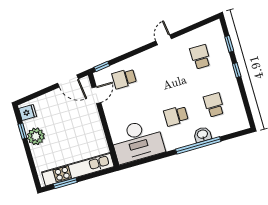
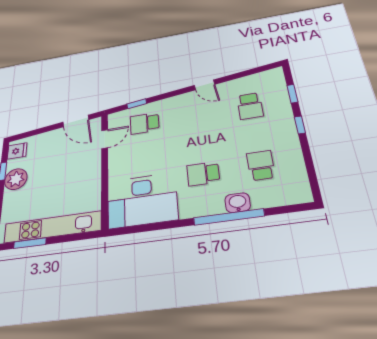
door: (164, 40) -> (205, 85), swing flipped
school desk: (200, 57) -> (250, 106), turned 180
window: (102, 66) -> (137, 104), moved

